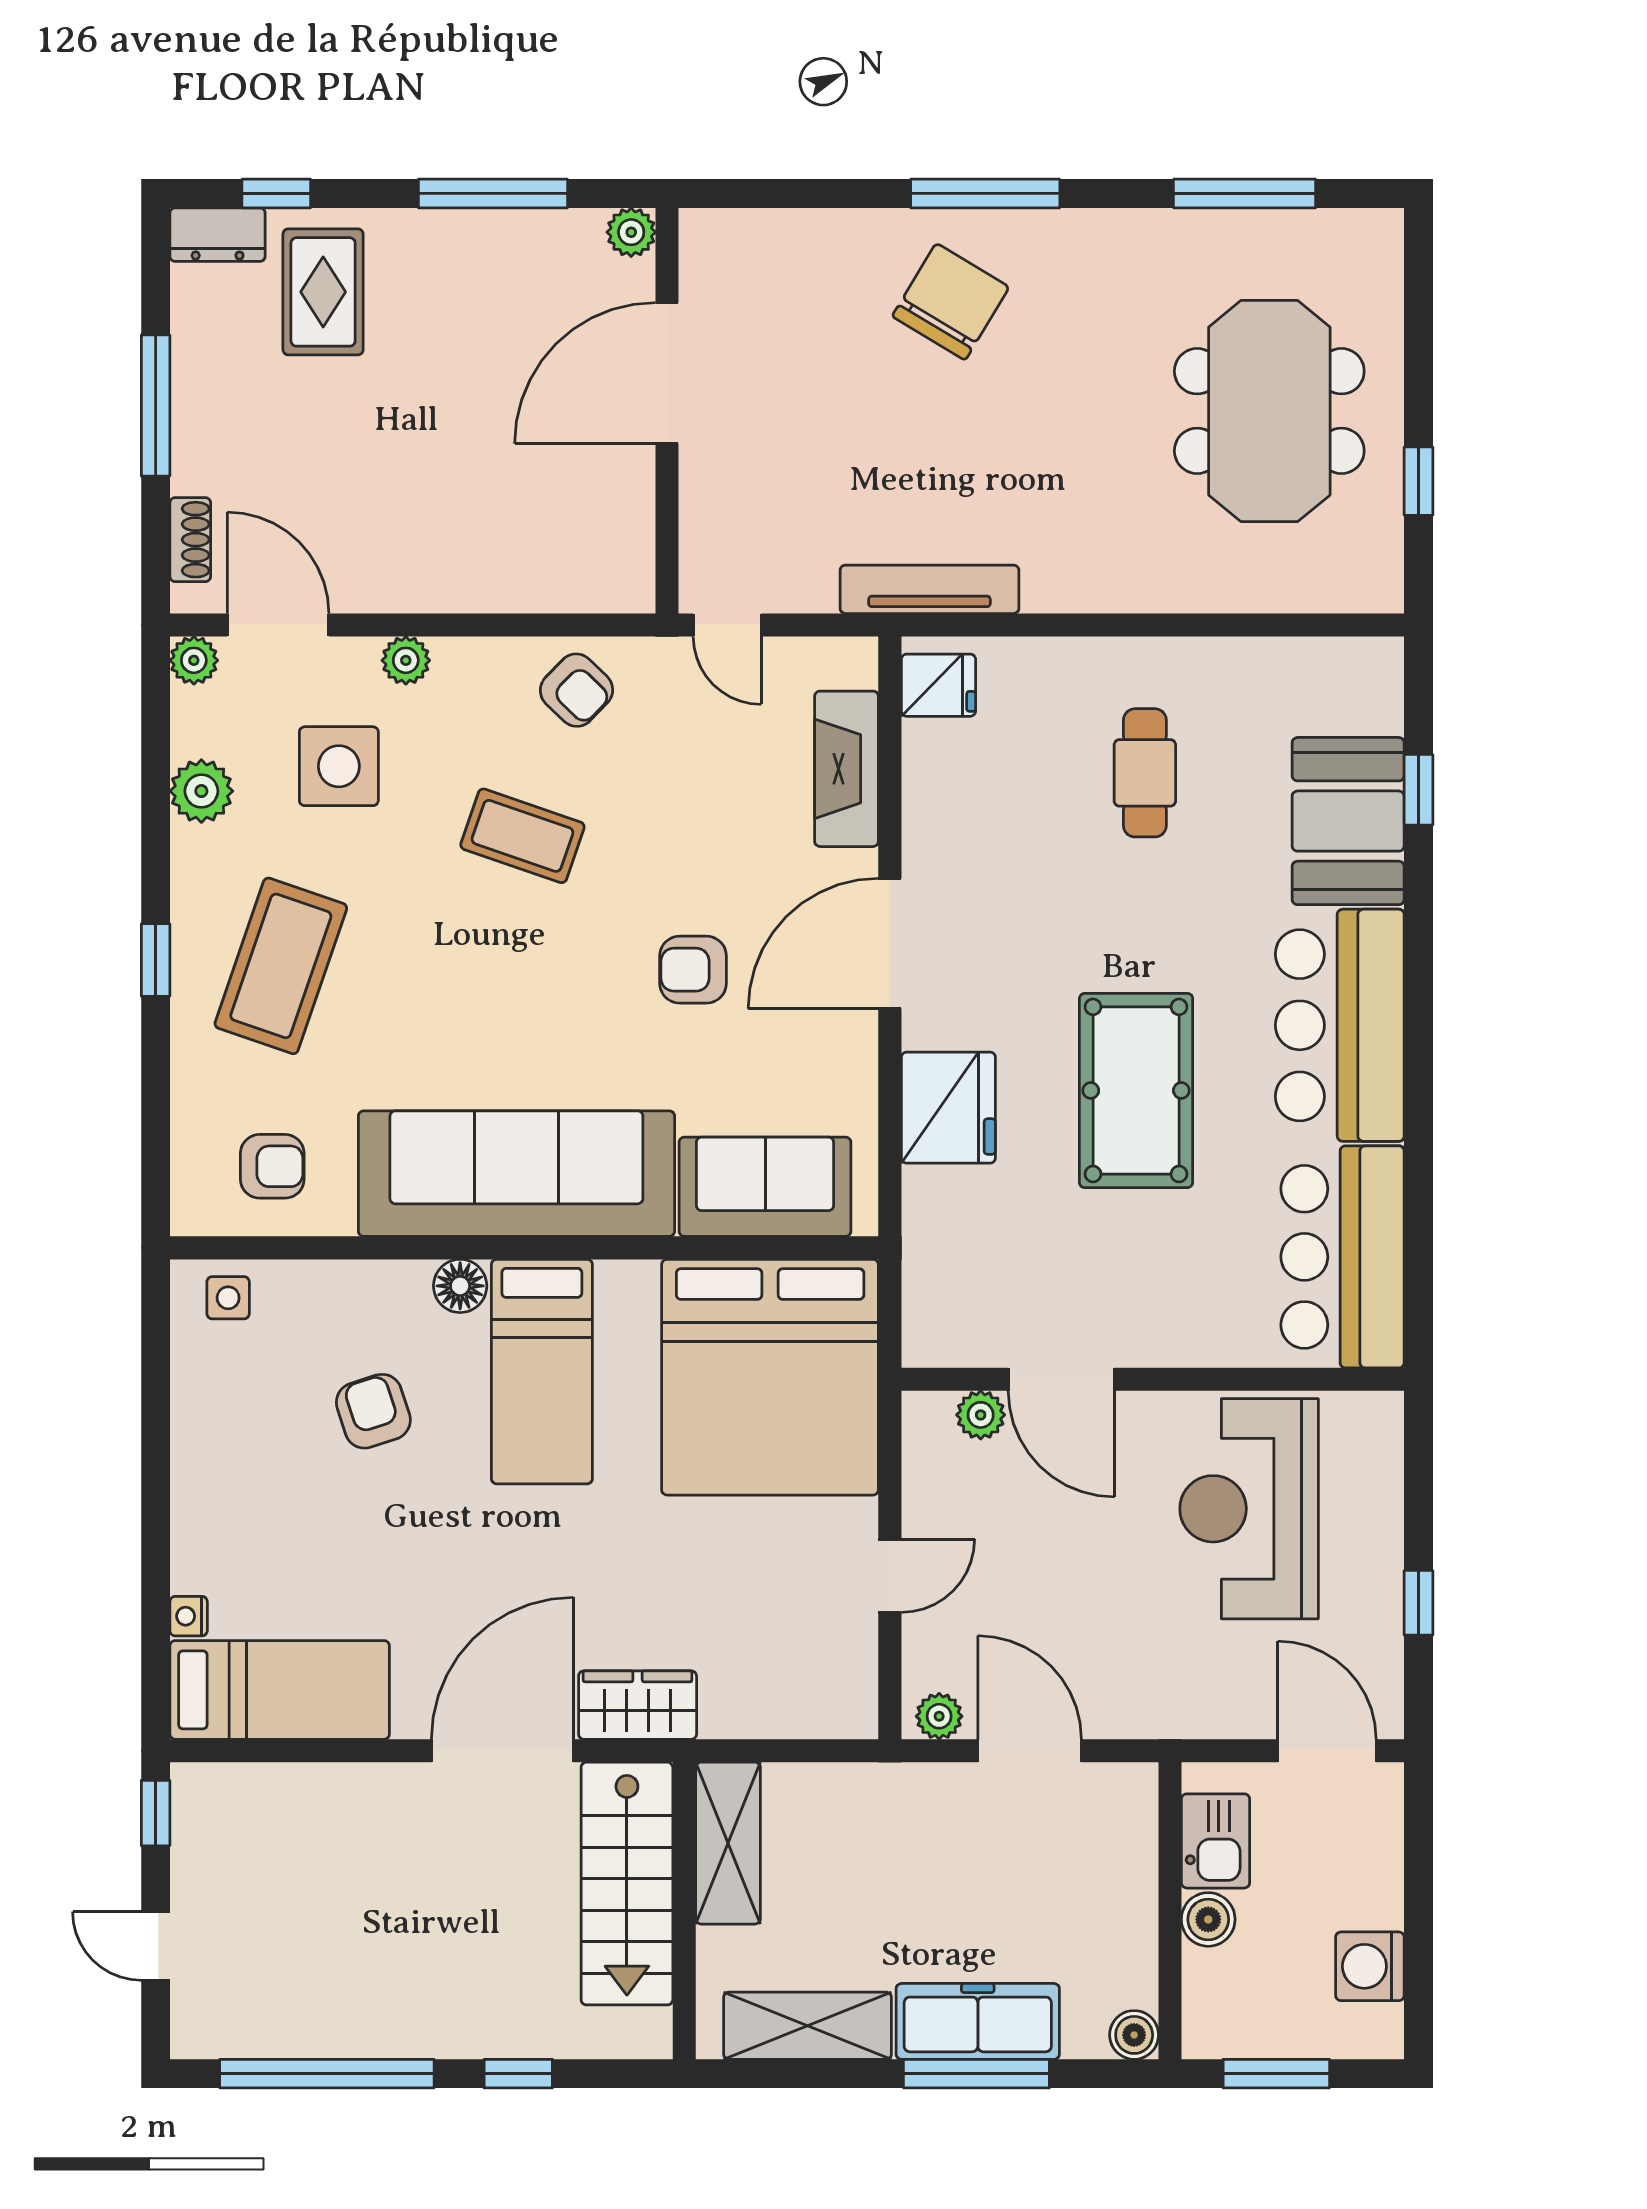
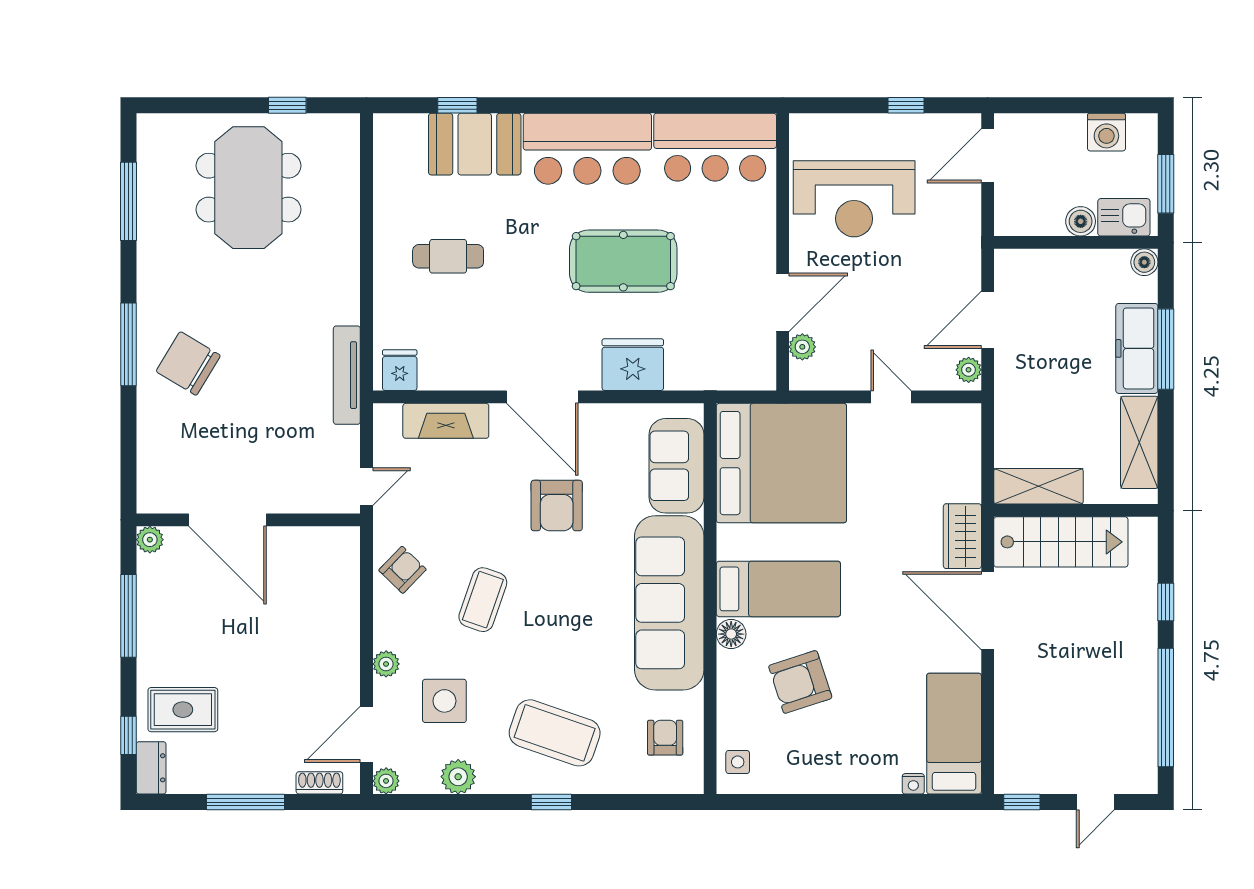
meeting table: (1269, 411) -> (248, 188), turned 90
armchair: (693, 970) -> (557, 506), width x1.38, depth x1.38
armchair: (373, 1411) -> (800, 682), width x1.38, depth x1.38
kitchen sink: (1215, 1841) -> (1124, 217), moved

